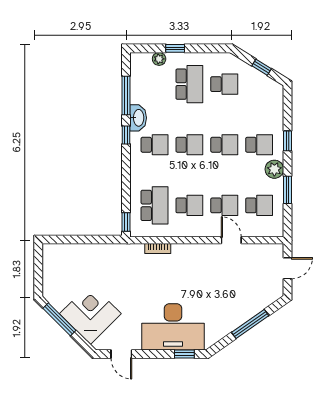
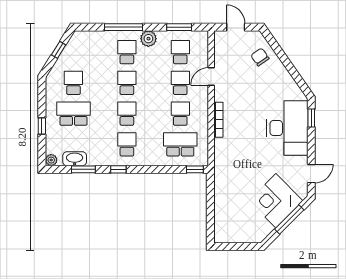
plant: (159, 59) -> (51, 160), moved
window: (126, 95) -> (83, 169), width x0.69
washbasin: (138, 118) -> (75, 159), moved
window: (287, 141) -> (123, 27), width x2.17
window: (287, 190) -> (179, 27), moved
bookcase: (158, 249) -> (218, 120), moved, width x1.56
chair: (254, 296) -> (260, 57), added
window: (59, 319) -> (289, 219), moved
window: (250, 324) -> (285, 60), removed

